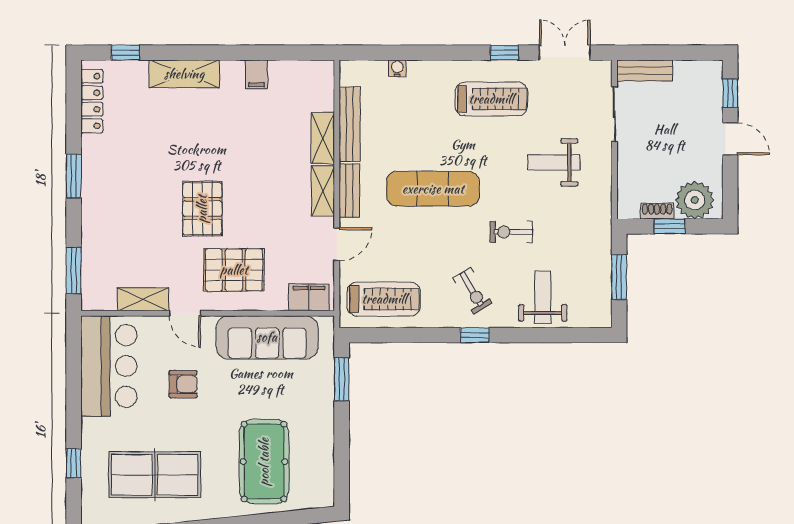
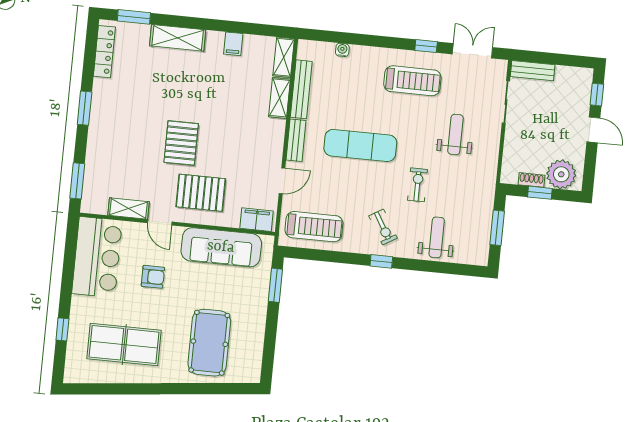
window: (125, 53) -> (134, 17), width x1.50
weight bench: (554, 162) -> (455, 134), turned 90
shelving: (323, 191) -> (284, 57), moved
exercise bike: (511, 232) -> (417, 185), turned 90

